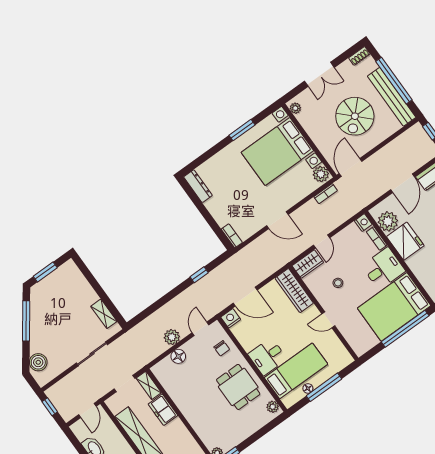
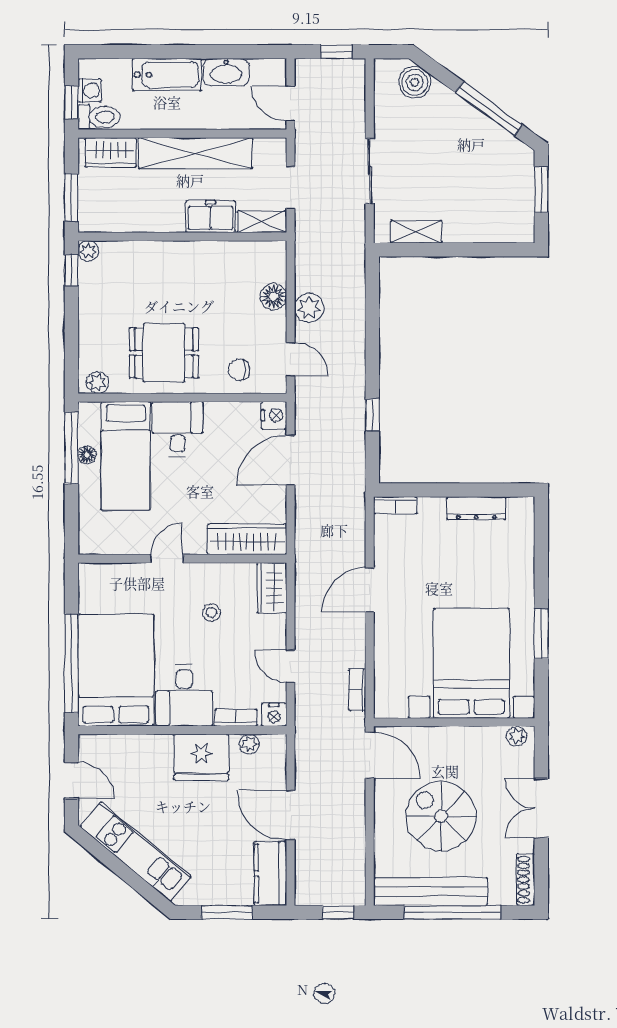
shoe rack: (359, 56) -> (526, 880), width x1.43
plant: (321, 174) -> (391, 704), removed
dresser: (198, 186) -> (476, 508), moved
plant: (388, 221) -> (249, 744), width x0.53, depth x0.53
door: (322, 242) -> (290, 666), moved
window: (324, 387) -> (71, 448), moved

